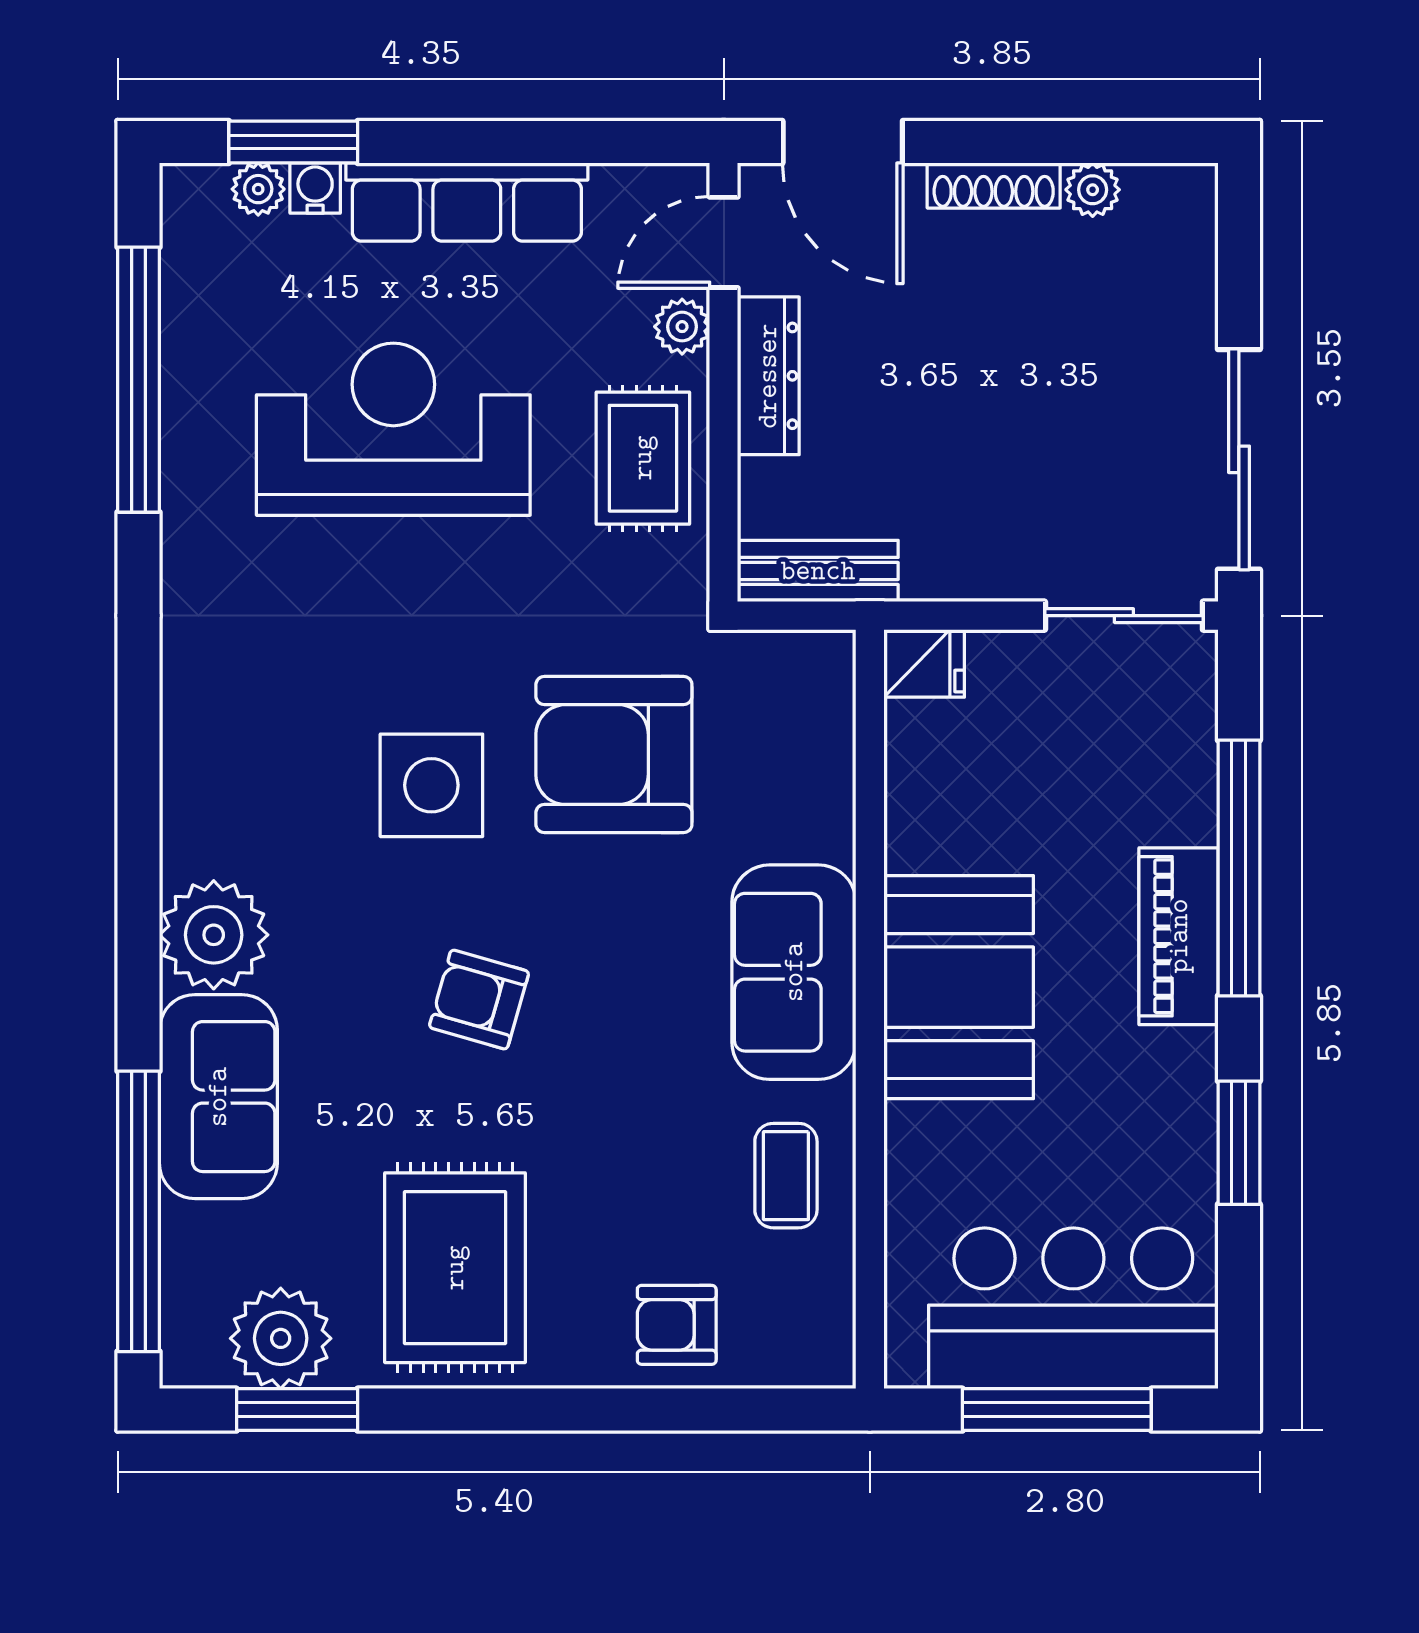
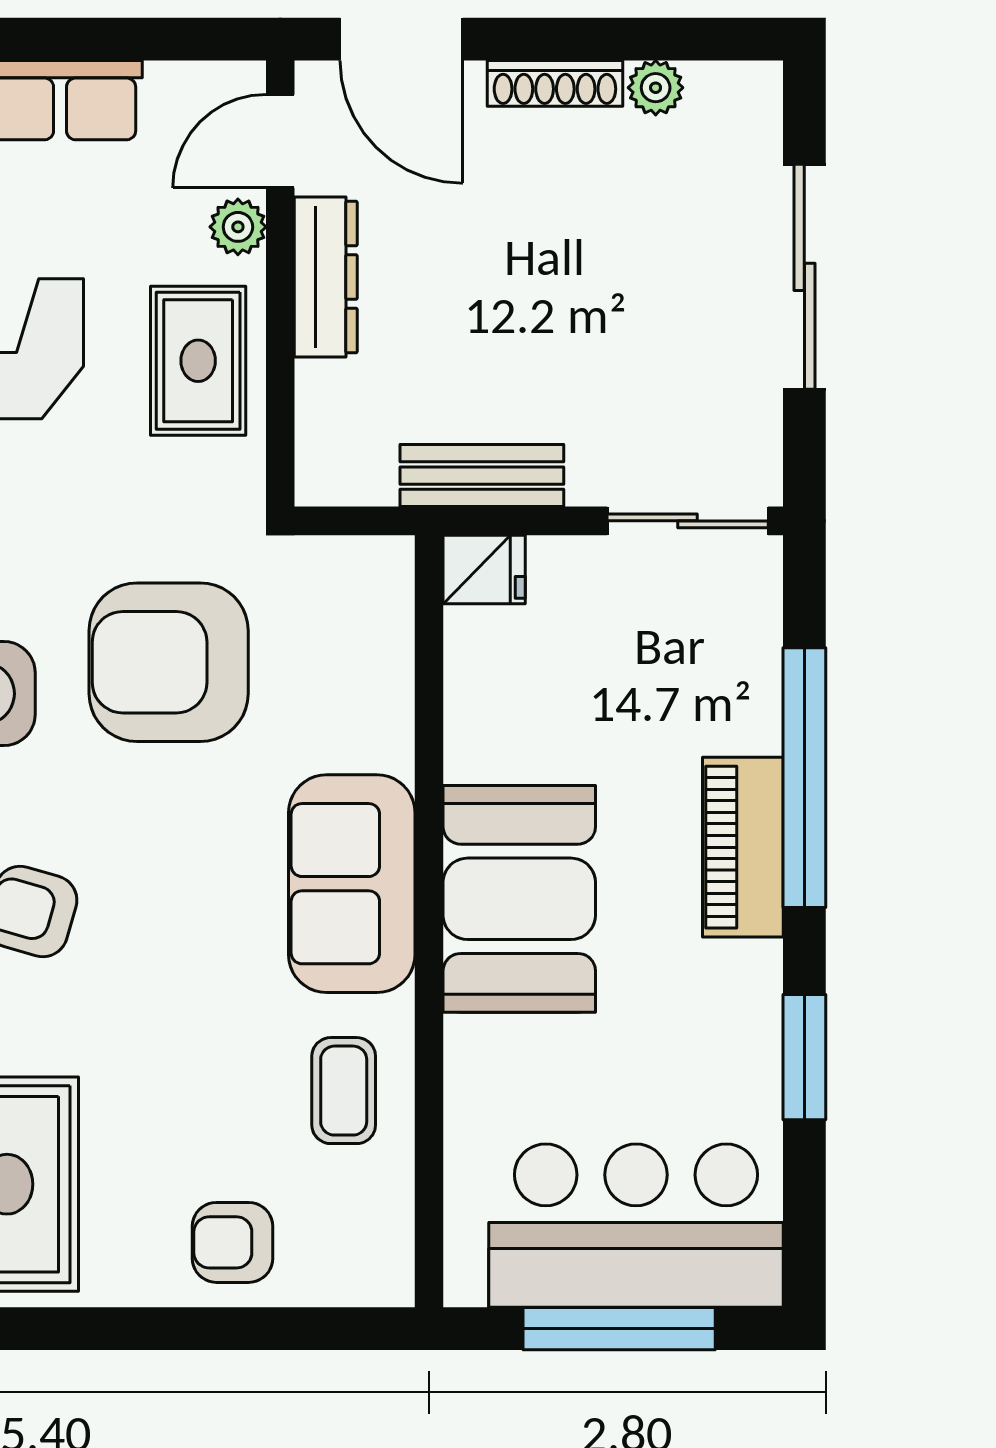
sliding door: (1239, 459) -> (804, 277), moved
bench: (818, 571) -> (482, 476), moved

